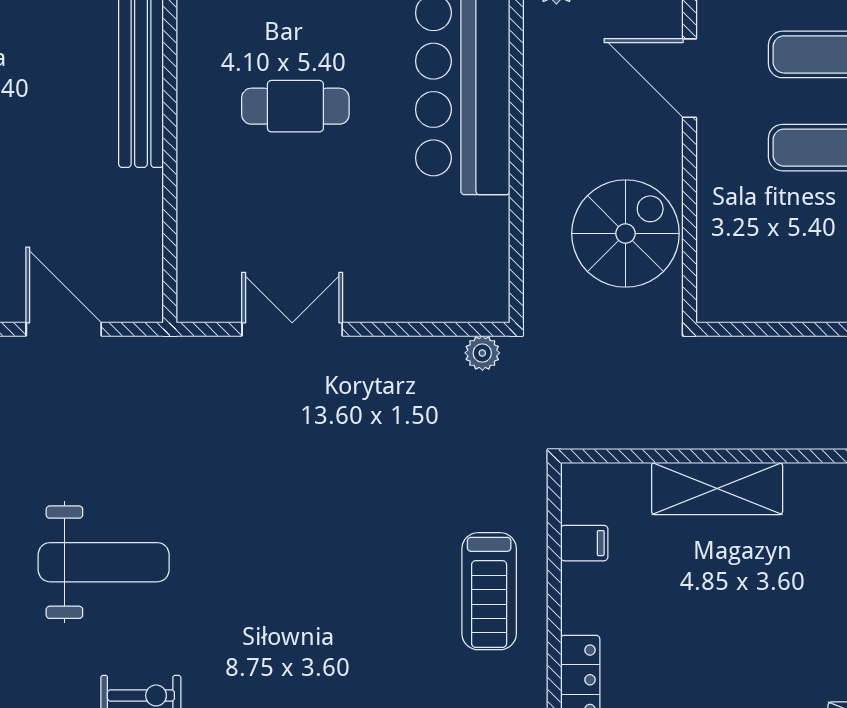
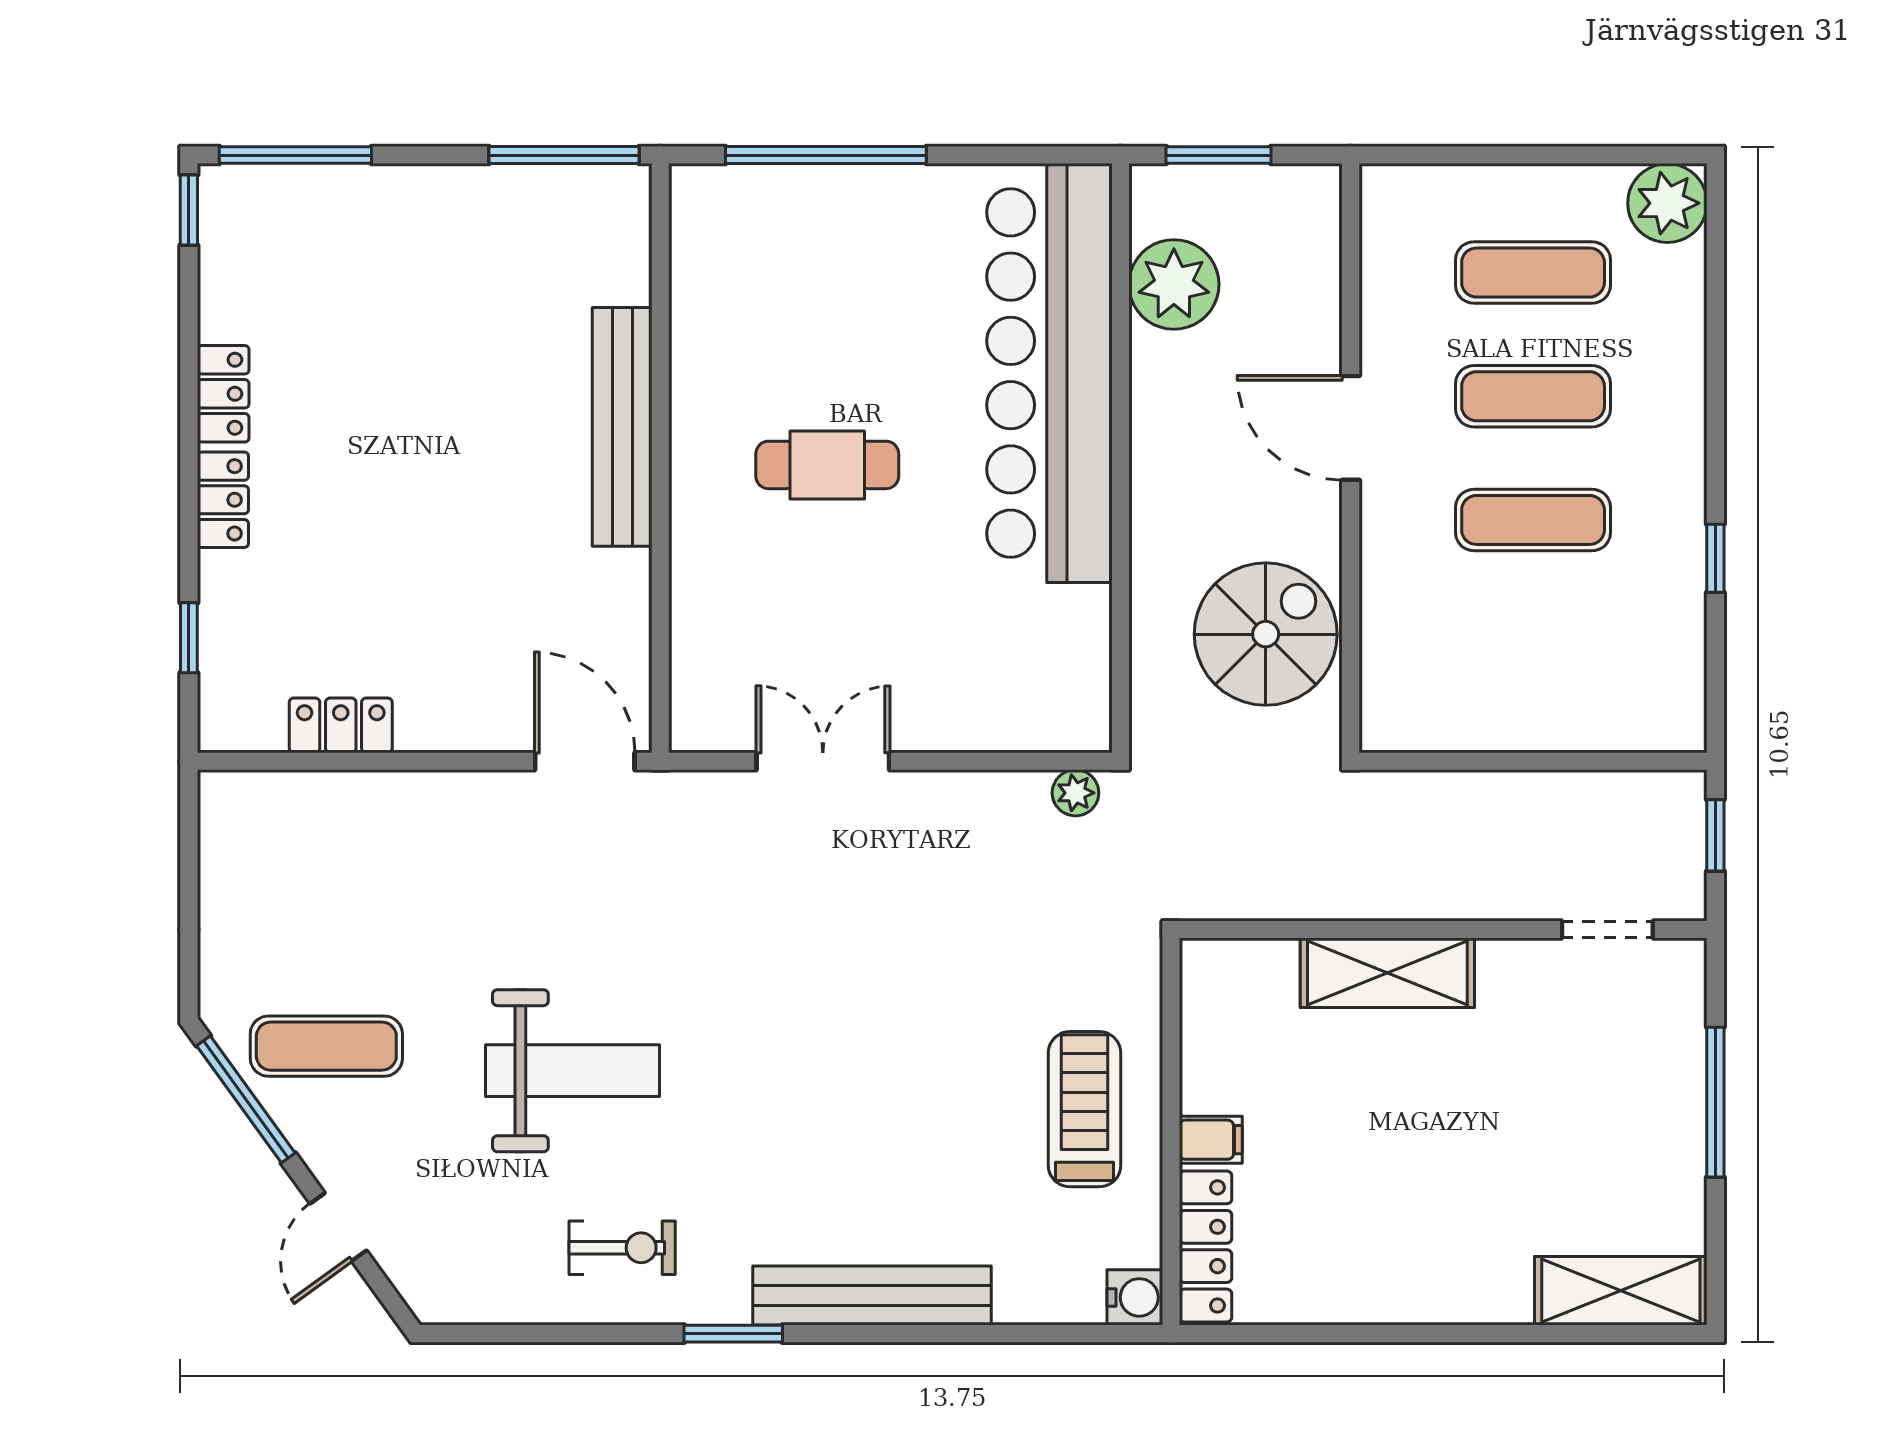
door: (64, 329) -> (585, 761), moved
filing cabinet: (584, 543) -> (1211, 1140), moved
treadmill: (489, 591) -> (1085, 1109), turned 180

